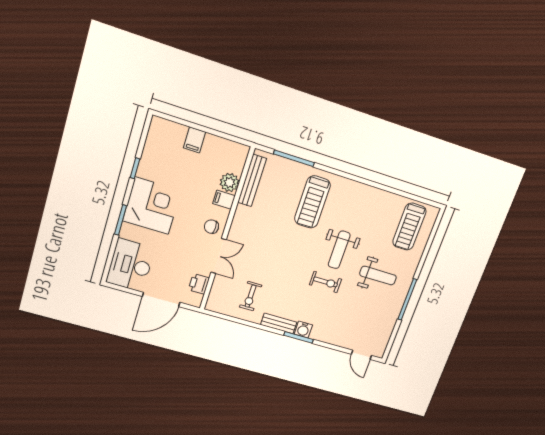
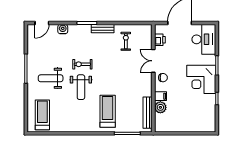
filing cabinet: (194, 140) -> (188, 125), removed
weight bench: (339, 250) -> (81, 87), turned 180
water cooler: (303, 330) -> (63, 29), moved
door: (361, 355) -> (42, 23), swing flipped

